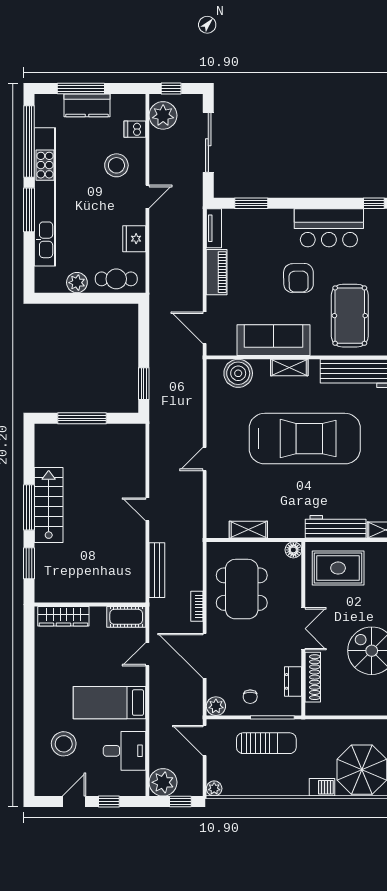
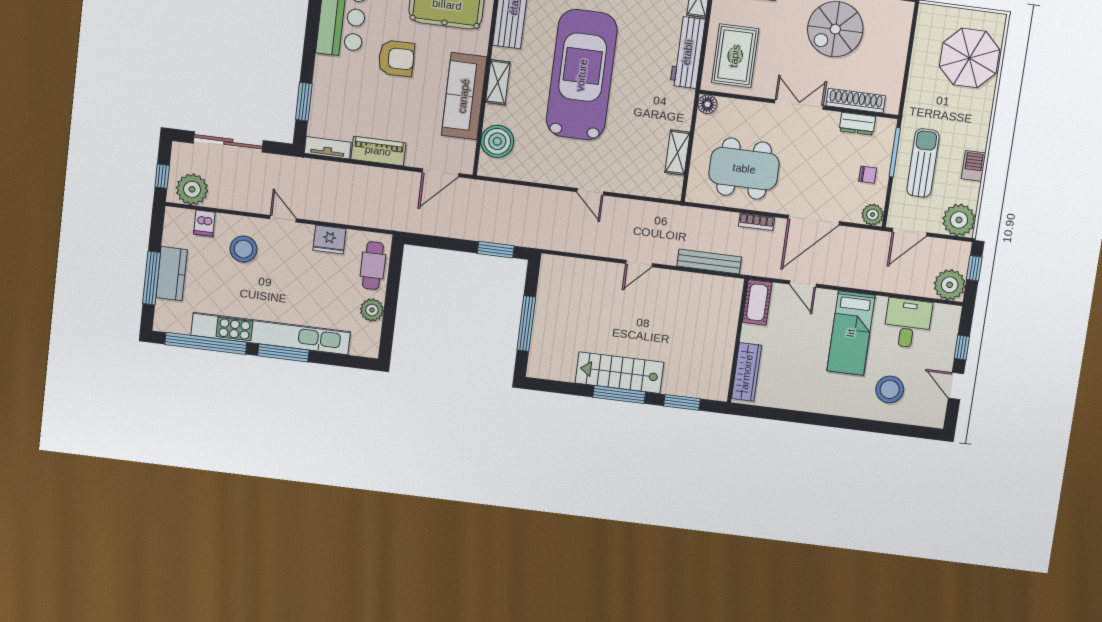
barbecue: (322, 787) -> (973, 166), moved
plant: (214, 789) -> (959, 220), width x1.88, depth x1.88

